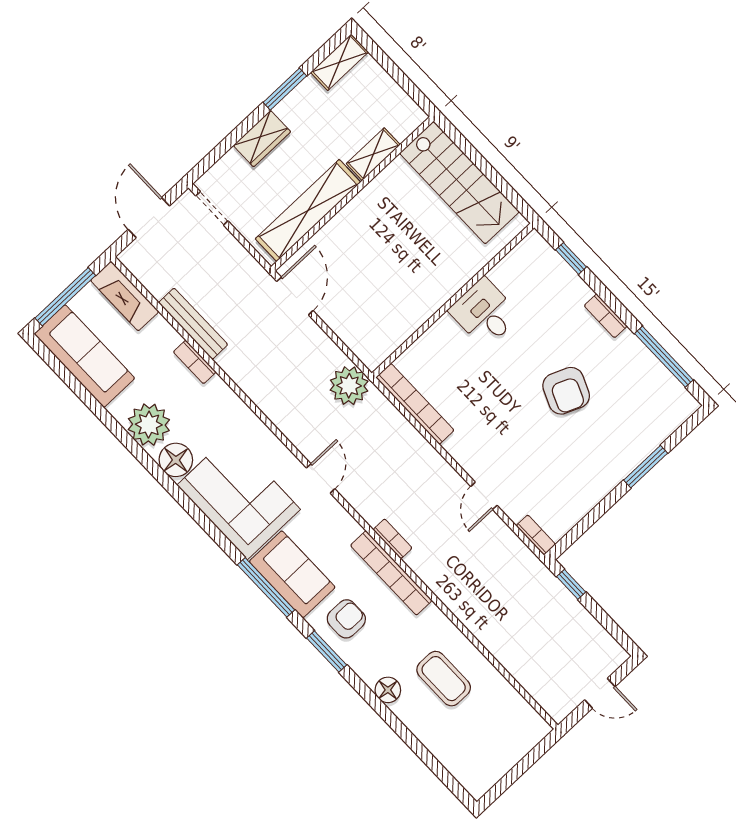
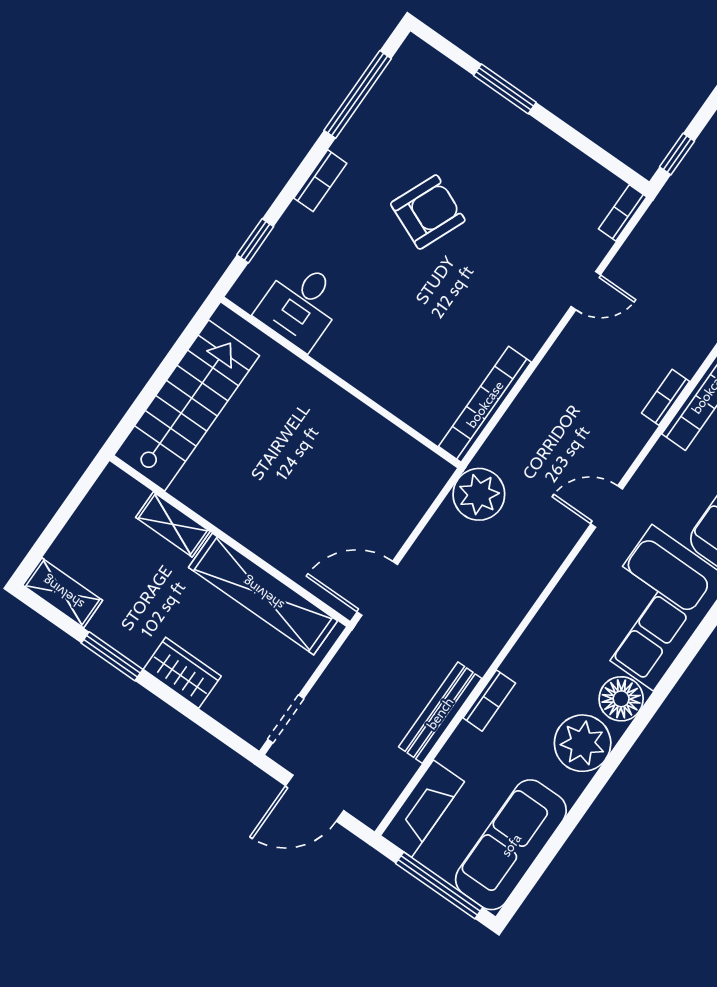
desk: (484, 313) -> (301, 305), moved

